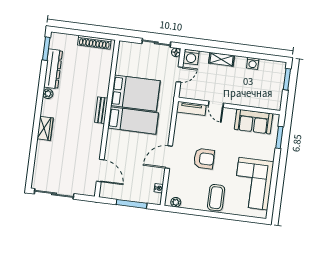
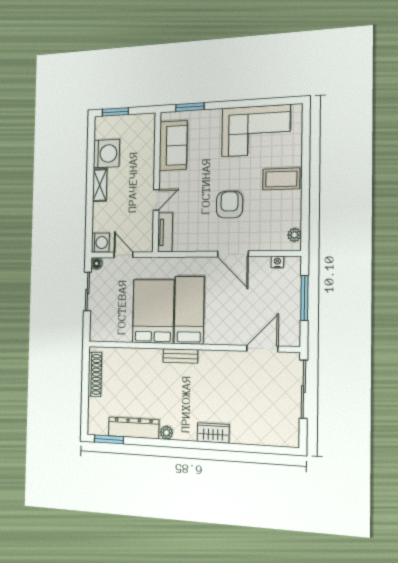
shelving: (222, 59) -> (100, 185), moved
washing machine: (253, 63) -> (106, 154), width x1.89, depth x1.89
sliding door: (54, 194) -> (303, 389), moved

